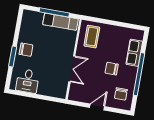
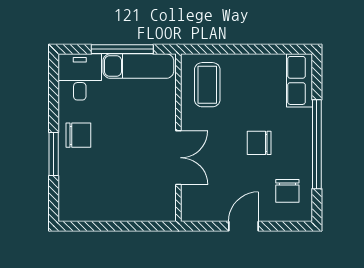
row of seats: (134, 53) -> (300, 80), moved
desk: (28, 81) -> (80, 77), moved, turned 180

